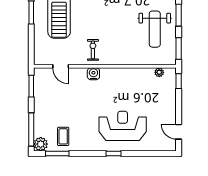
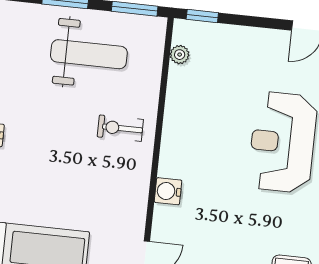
exercise bike: (93, 50) -> (120, 128), moved

